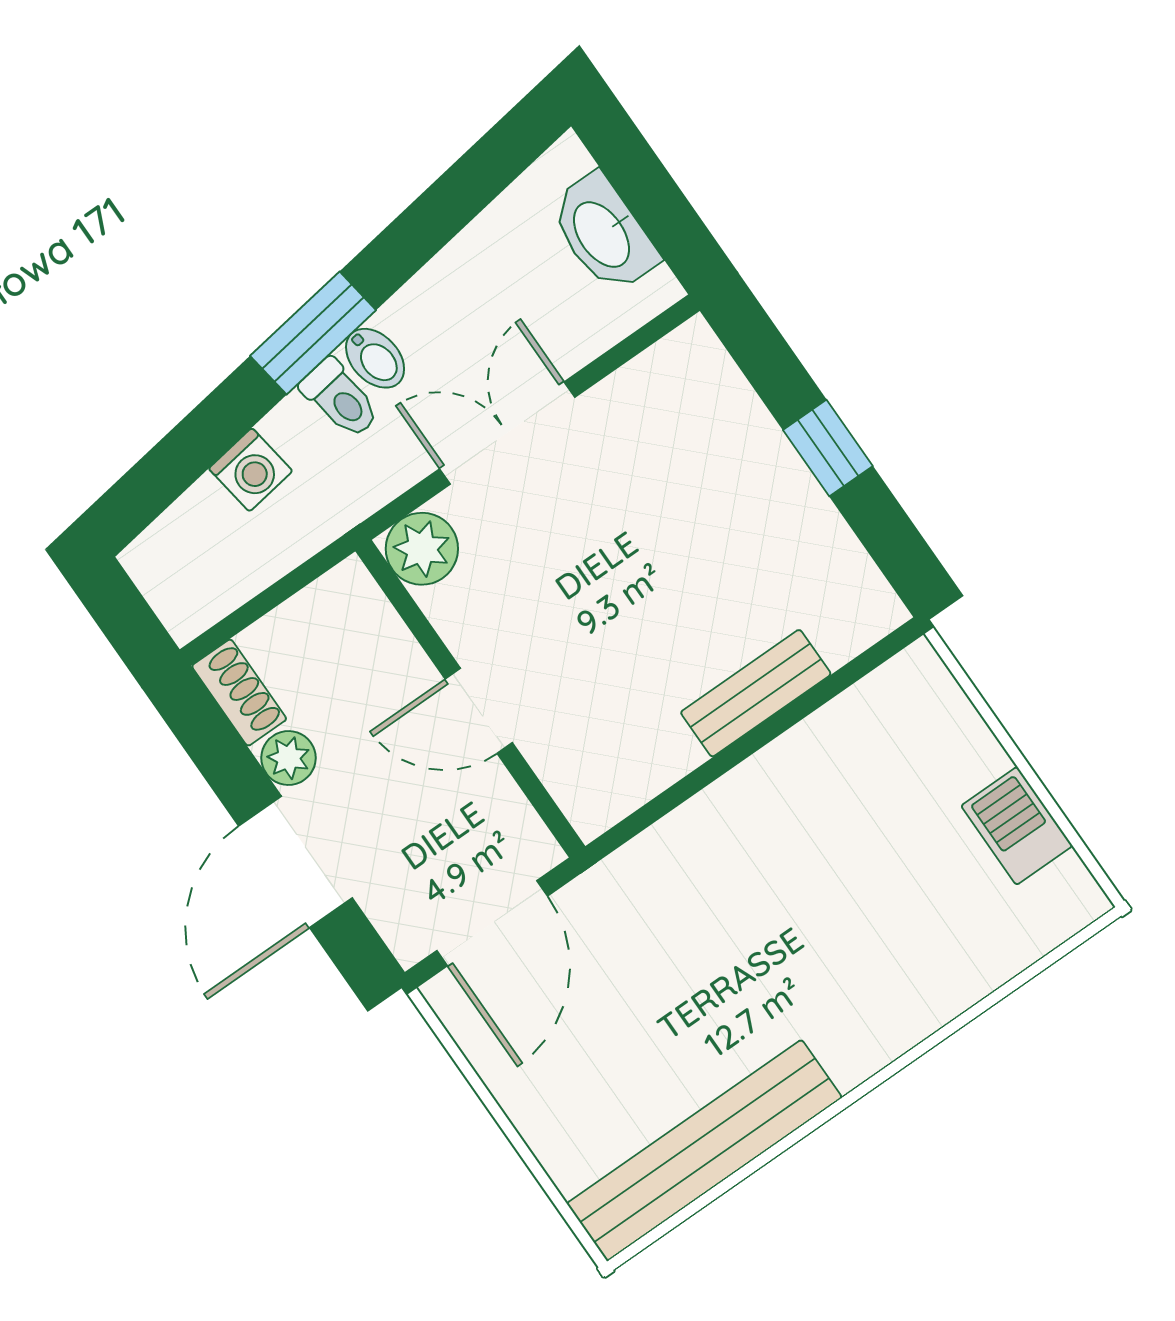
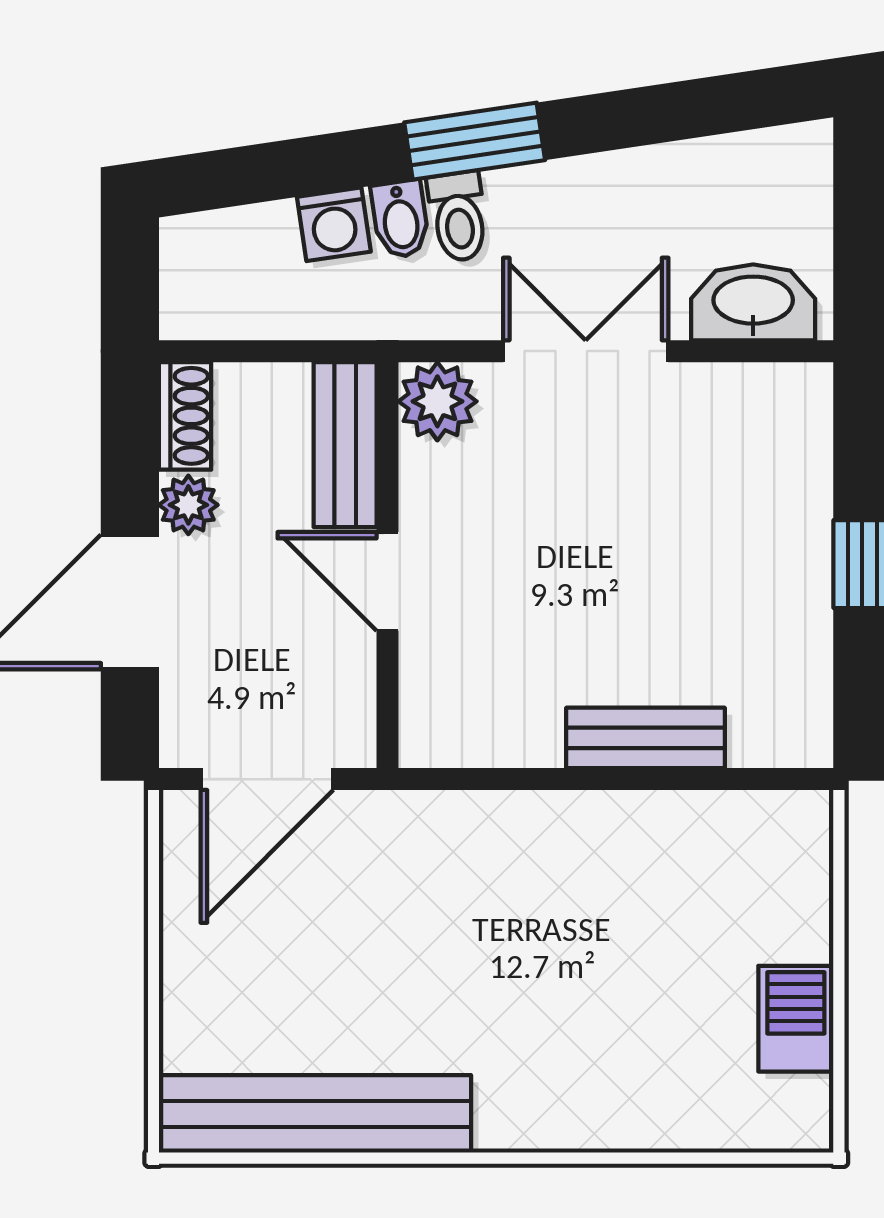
washbasin: (603, 233) -> (753, 302), moved, turned 90
bidet: (375, 358) -> (400, 219), moved
bench: (375, 630) -> (345, 445), added

